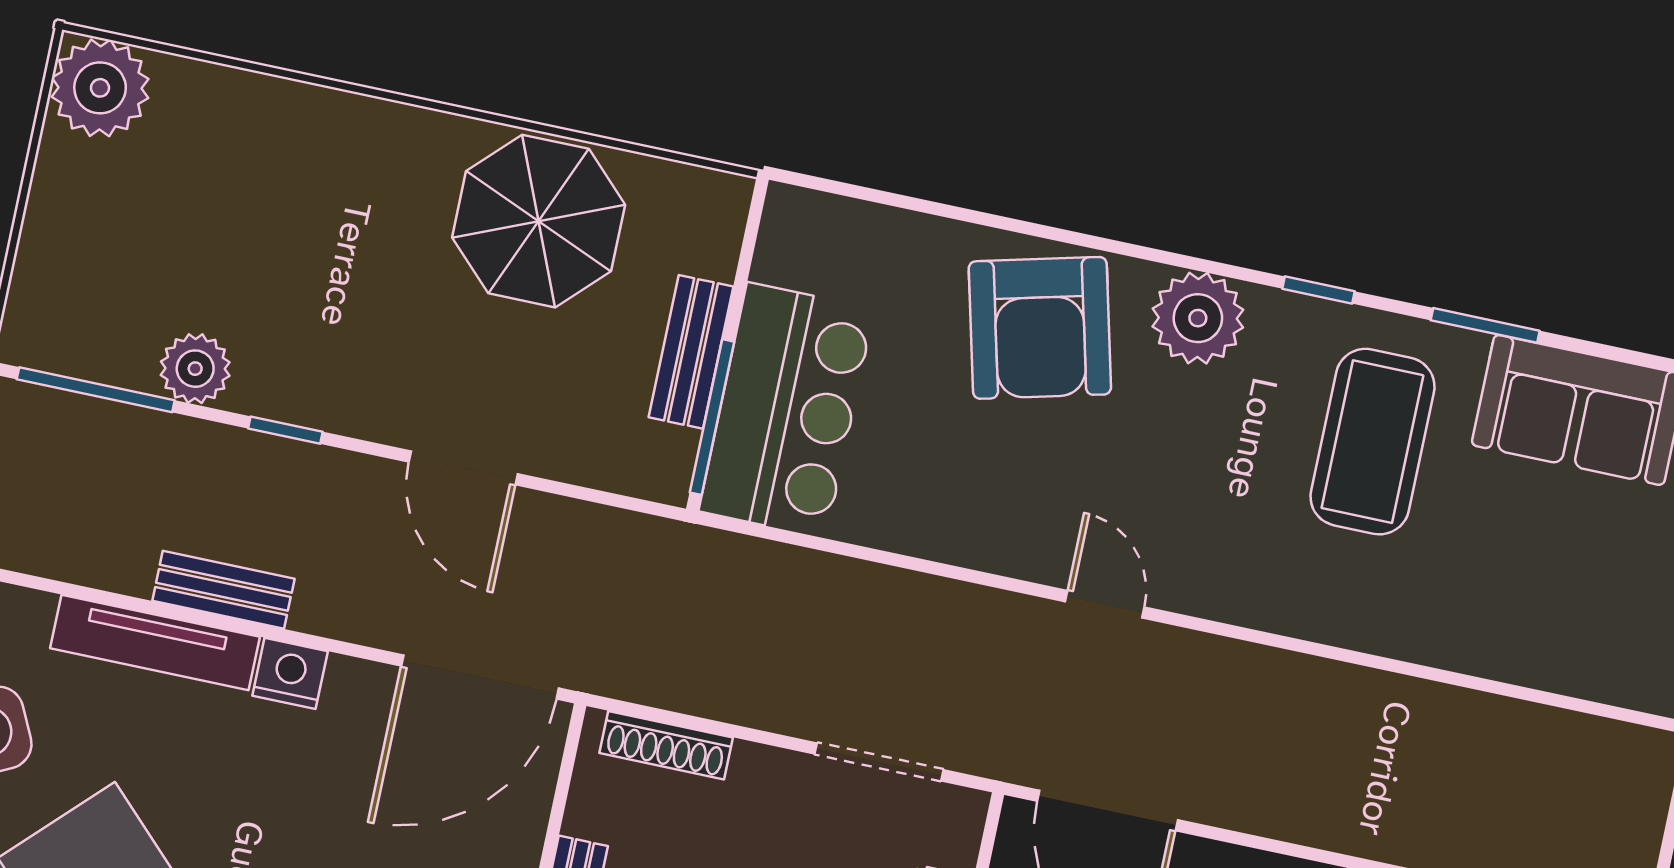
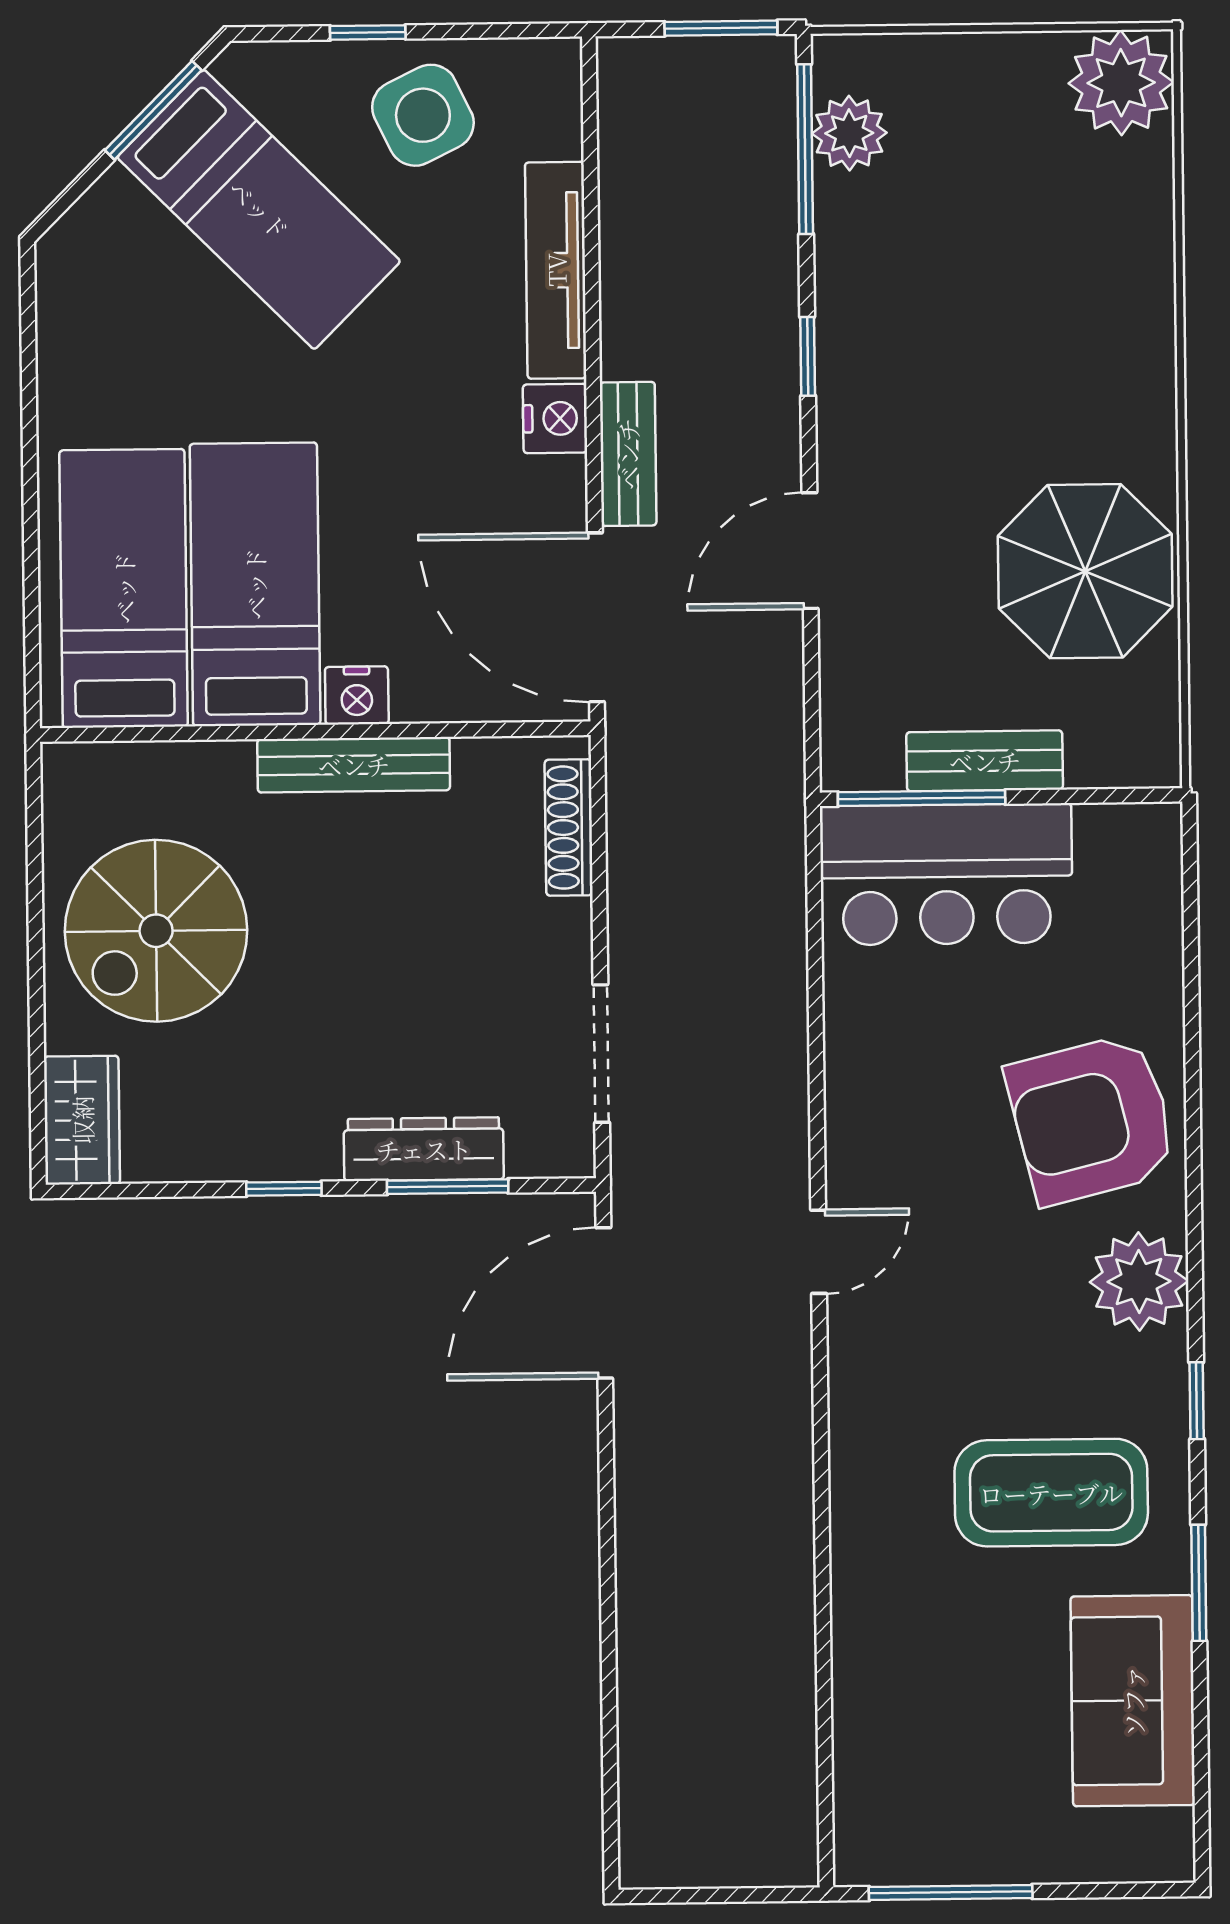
plant: (195, 369) -> (849, 133), moved
bench: (223, 590) -> (628, 454), moved

